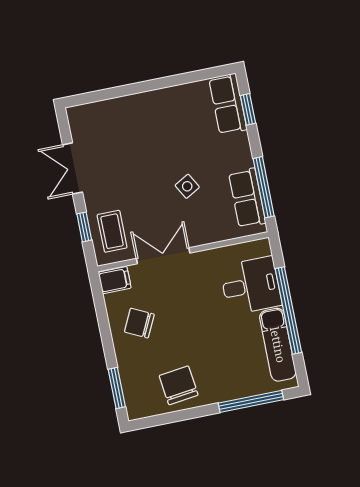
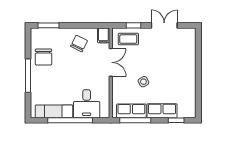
row of seats: (228, 104) -> (162, 111), moved
chair: (179, 385) -> (43, 57), turned 97
window: (251, 401) -> (28, 76), moved

